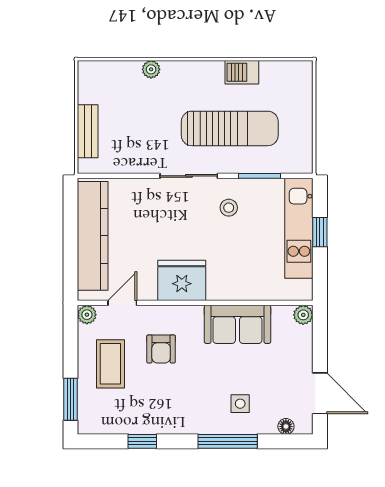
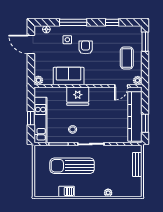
window: (71, 221) -> (145, 123), added
fridge: (182, 280) -> (78, 96), moved
armchair: (161, 349) -> (86, 47), moved

